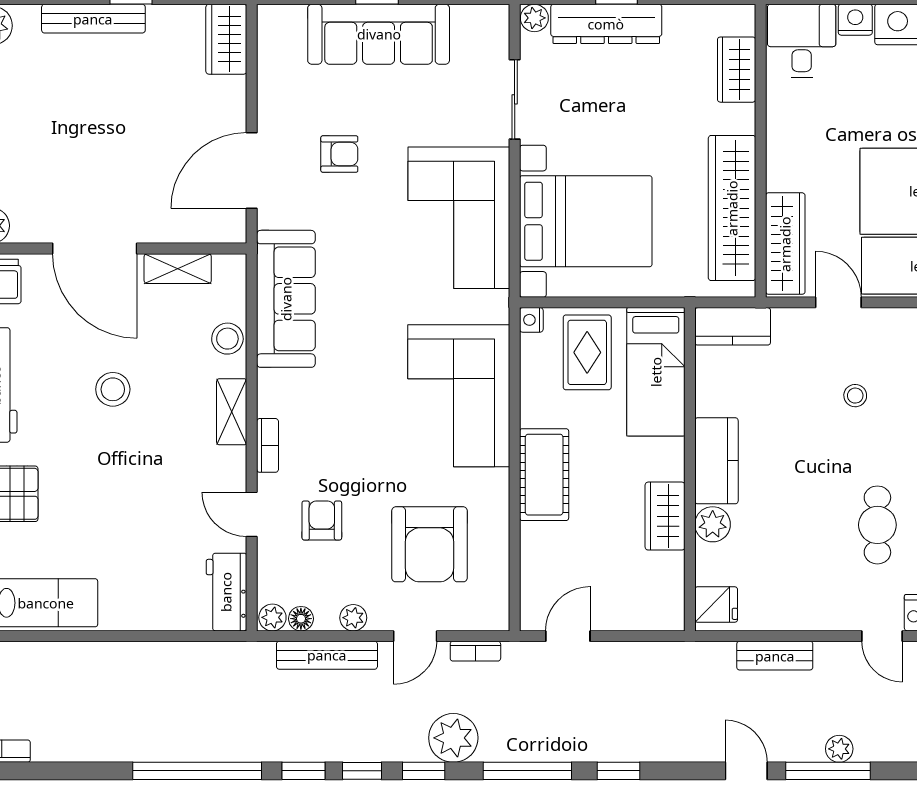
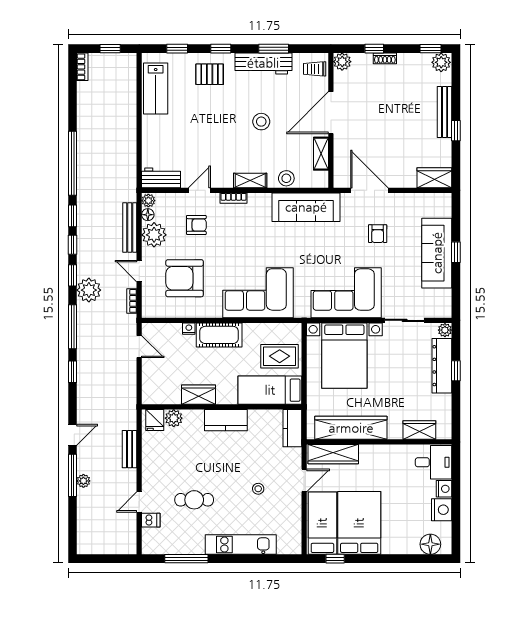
nightstand: (531, 320) -> (189, 329), moved
plant: (713, 524) -> (174, 418), moved
plant: (353, 618) -> (154, 235), width x1.87, depth x1.87

